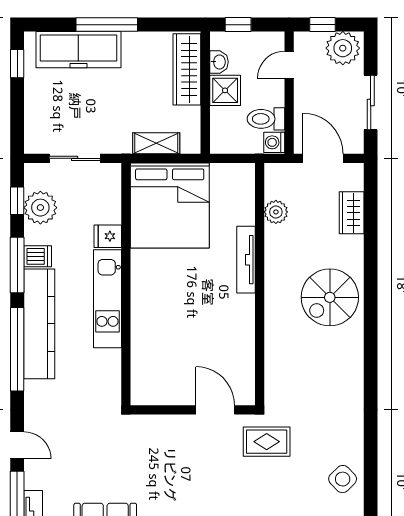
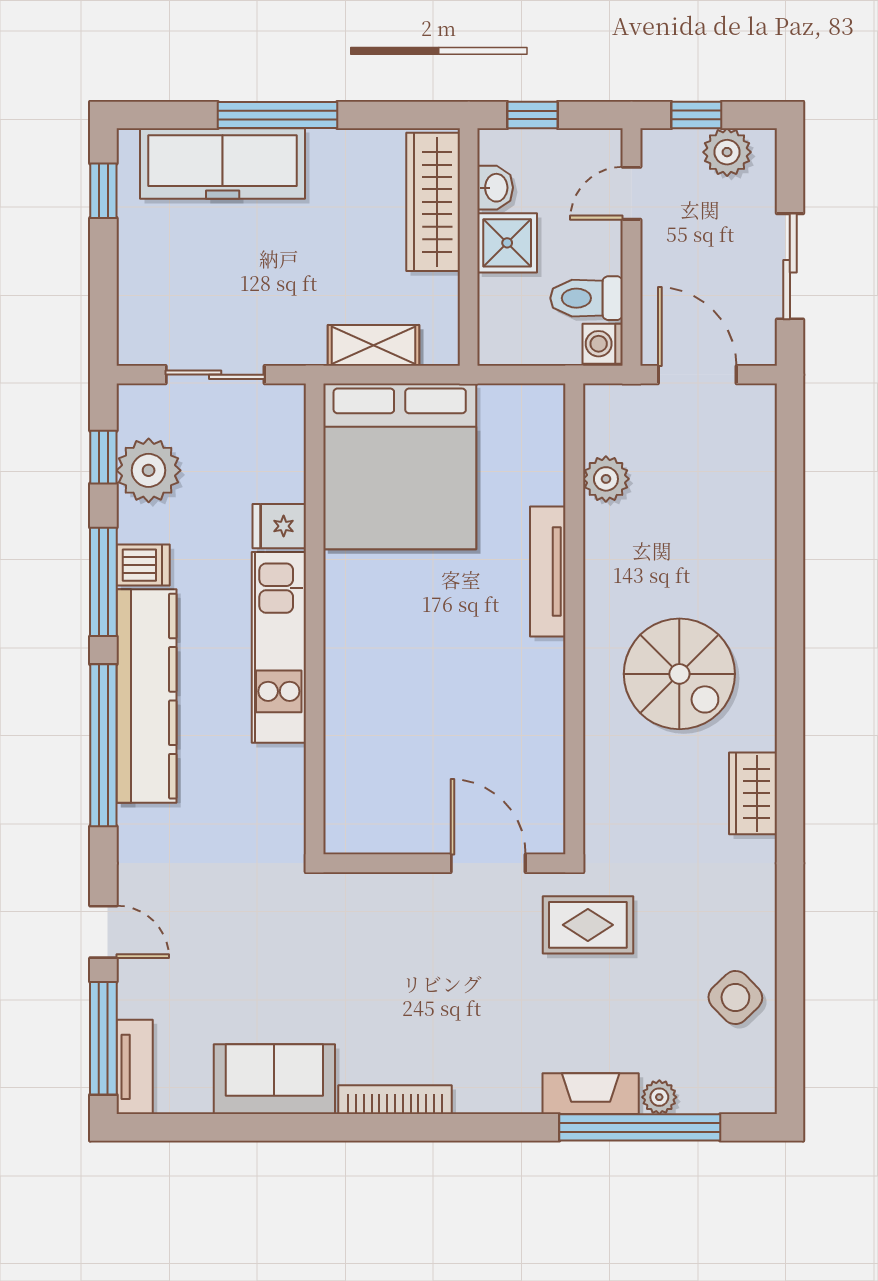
plant: (343, 48) -> (727, 152), width x0.73, depth x0.73
wardrobe: (352, 213) -> (753, 793), moved
spiral stairs: (330, 297) -> (679, 674), moved, turned -90

